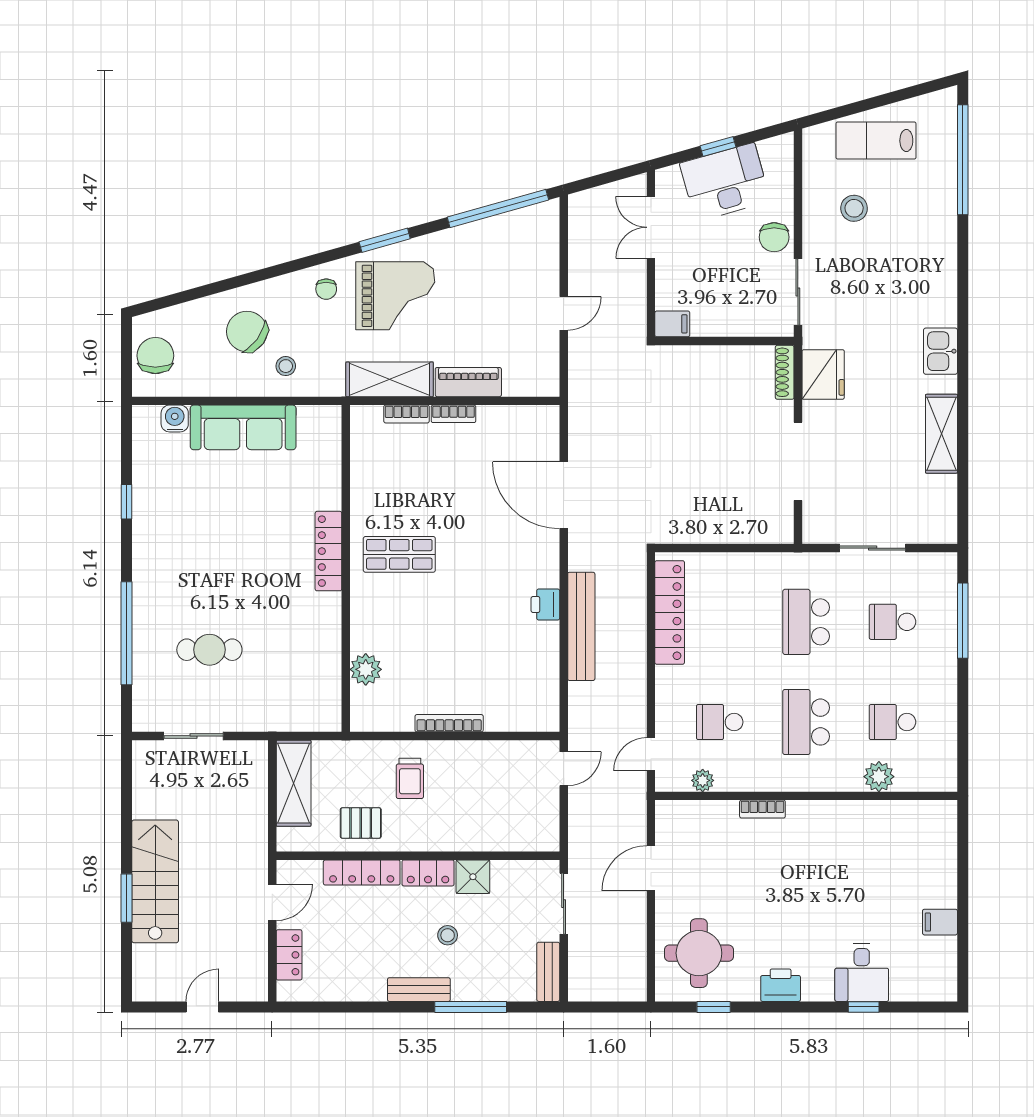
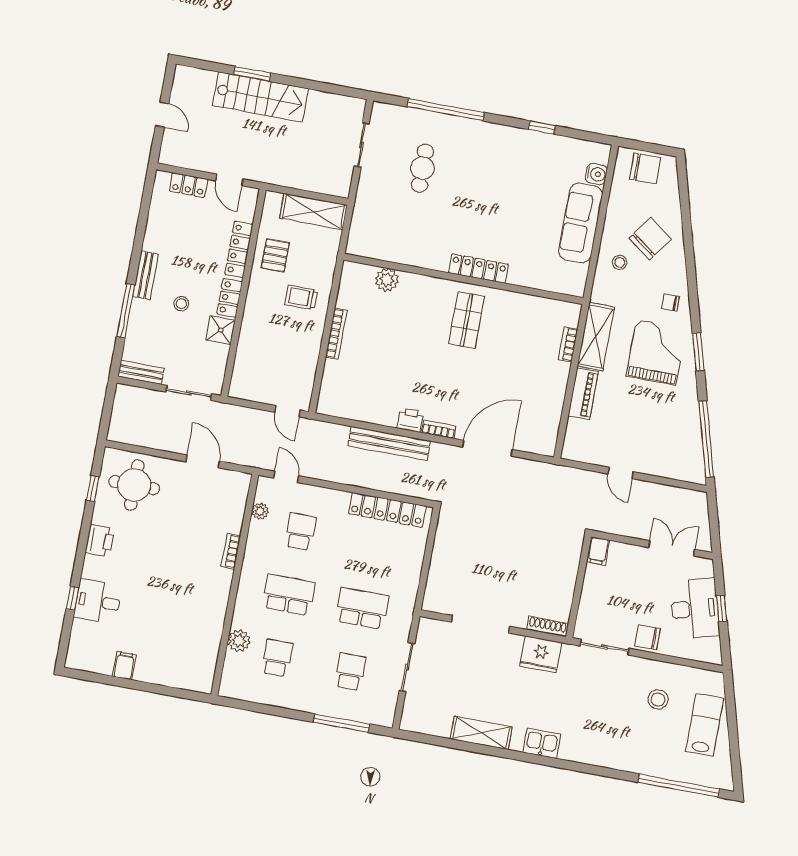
grand piano: (395, 296) -> (656, 352), turned 180
bookcase: (453, 414) -> (439, 429), moved, turned 90

